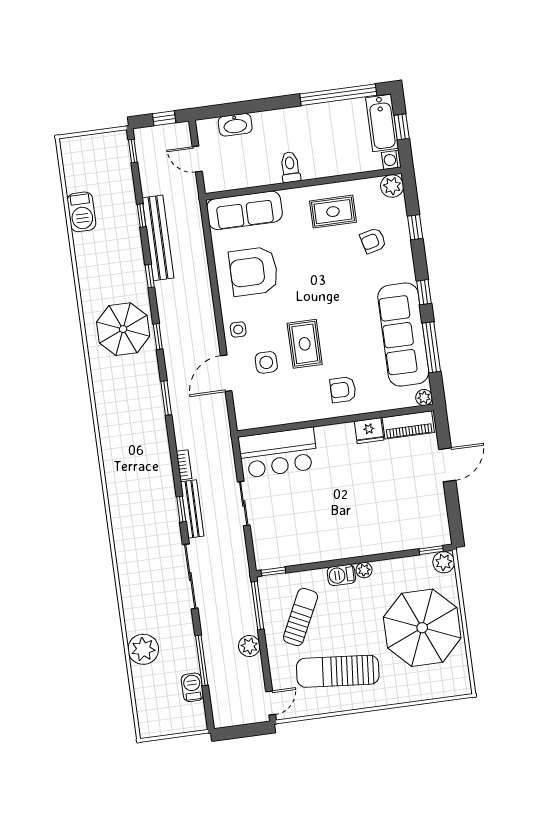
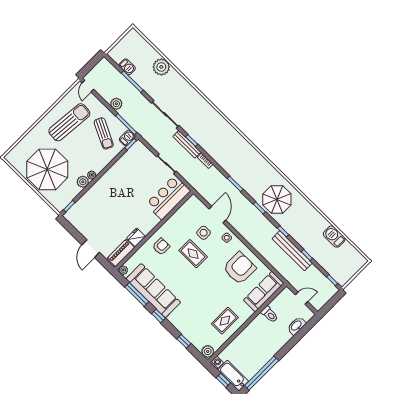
window: (164, 118) -> (329, 305), removed
toilet: (290, 167) -> (270, 314), moved
armchair: (373, 241) -> (198, 321), removed
plant: (444, 562) -> (83, 182), moved
barbecue: (341, 575) -> (127, 138), moved

